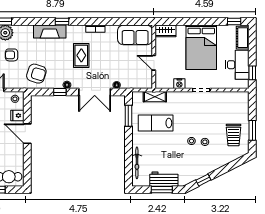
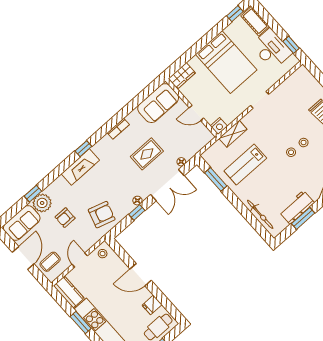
rug: (81, 55) -> (147, 154), moved, turned 90
nightstand: (179, 84) -> (219, 126), moved
shelving: (155, 97) -> (233, 134), moved
fridge: (17, 116) -> (152, 305), moved

